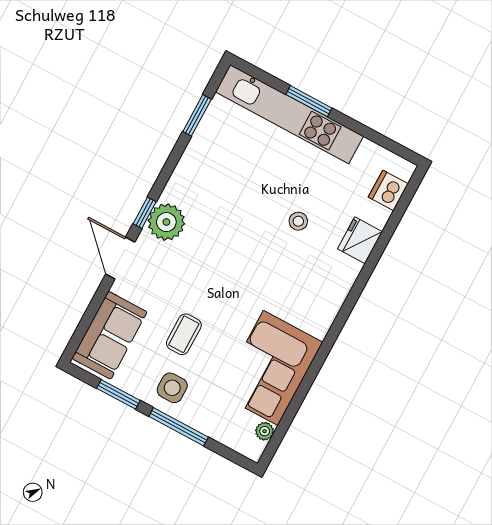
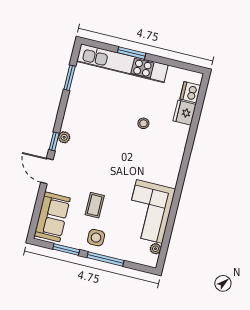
plant: (166, 222) -> (64, 137), width x0.53, depth x0.53
fridge: (360, 240) -> (185, 113), moved

